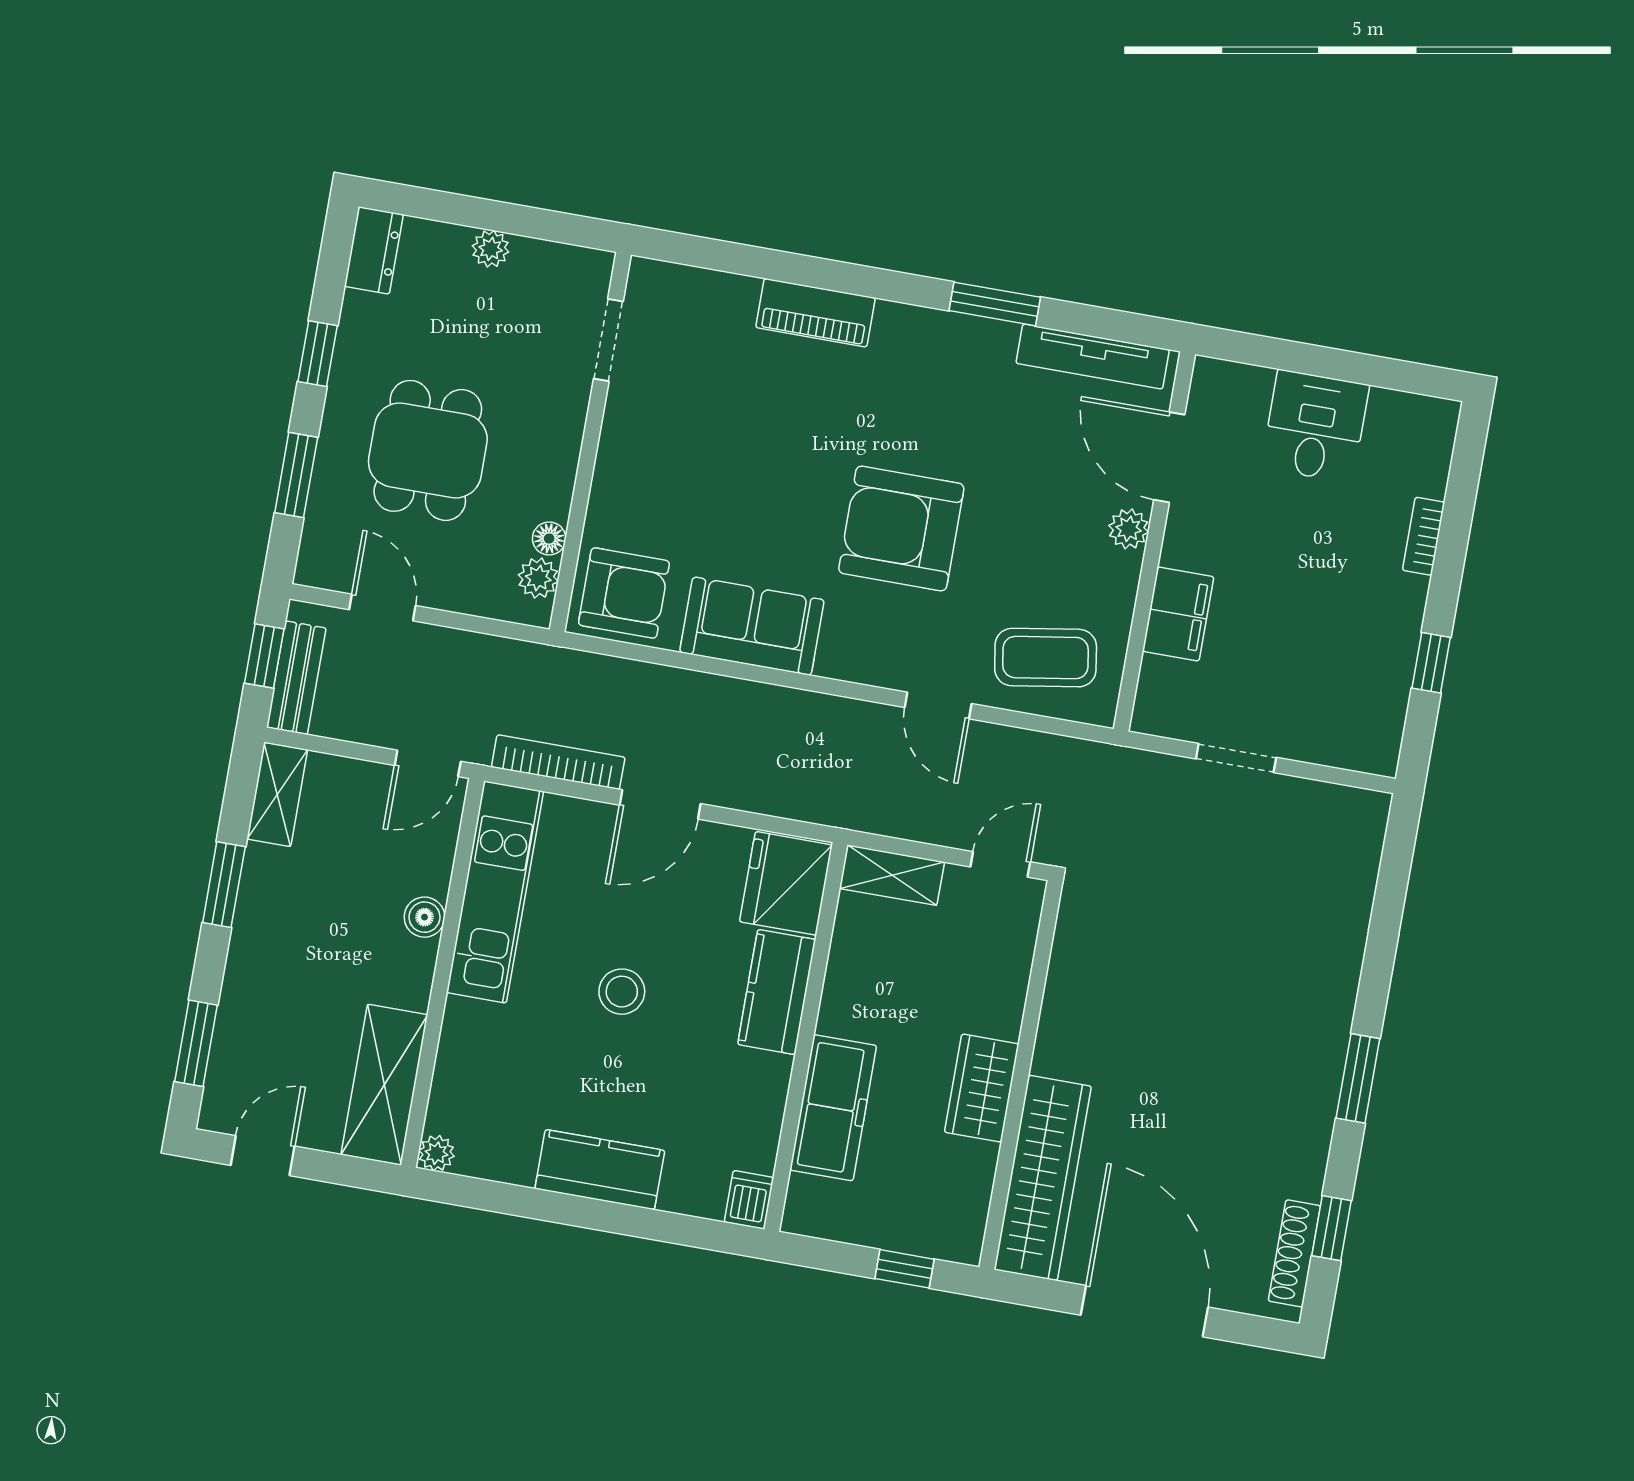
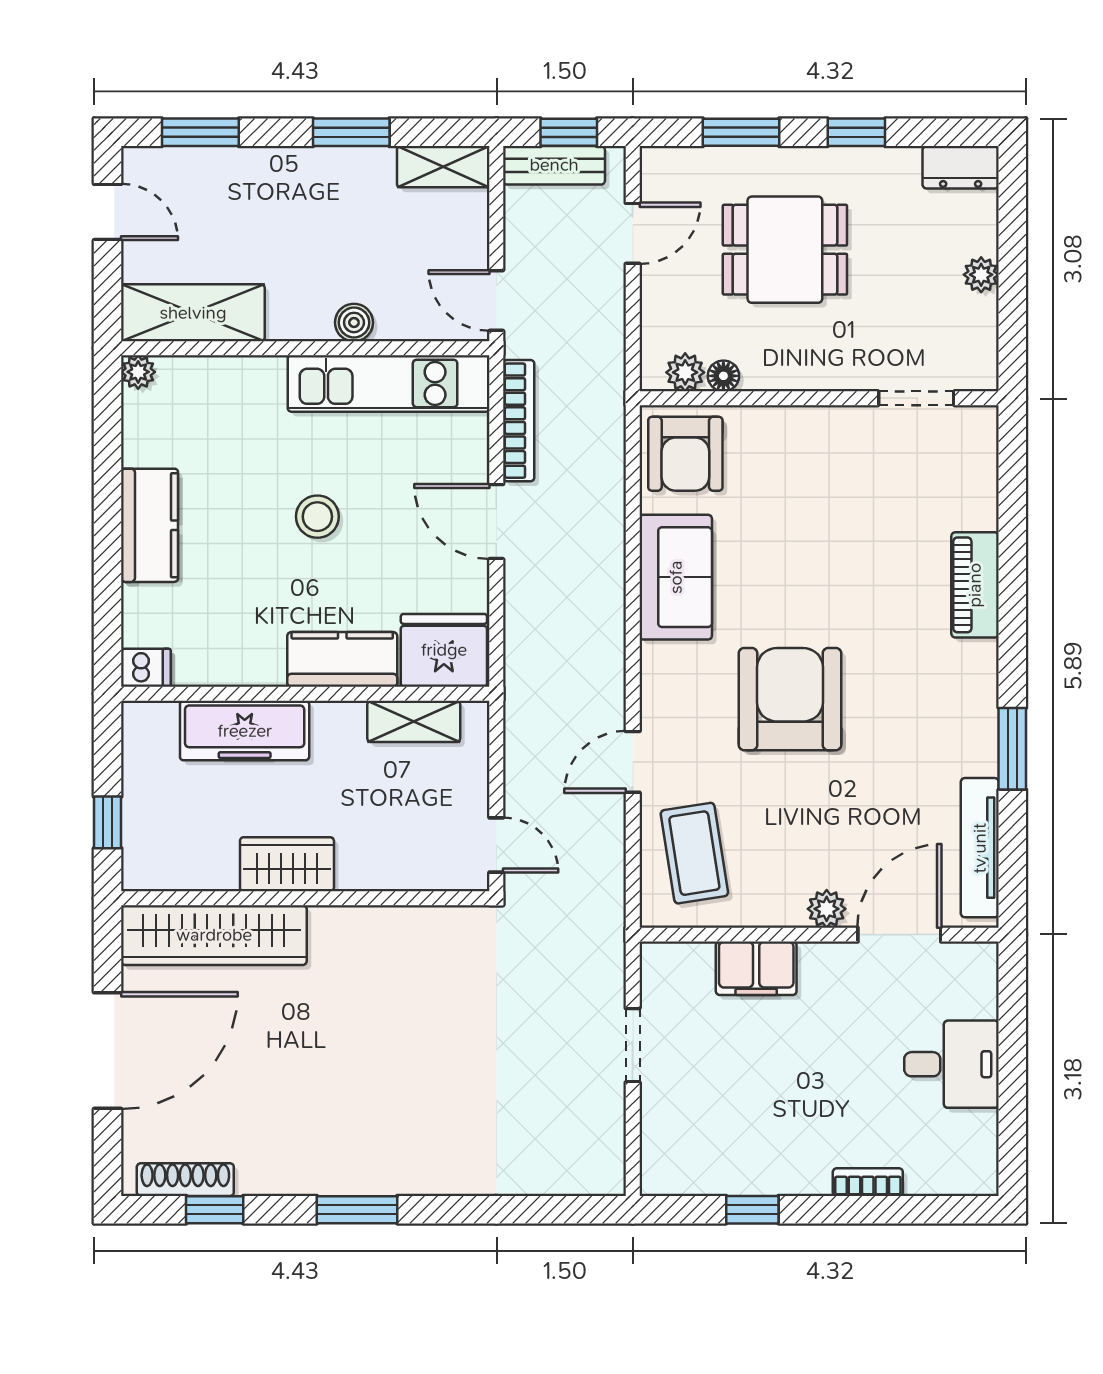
shelving: (892, 875) -> (414, 721), moved, turned 90

